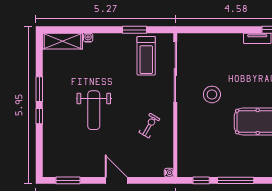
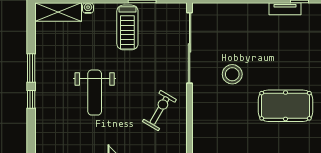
treadmill: (146, 56) -> (127, 27), moved
exercise bike: (149, 126) -> (159, 110), width x1.38, depth x1.39

